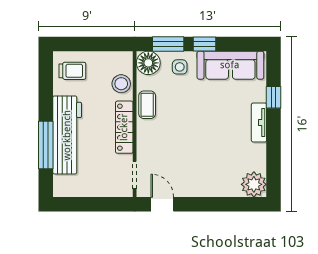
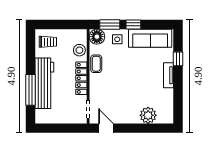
plant: (254, 184) -> (148, 115), moved

